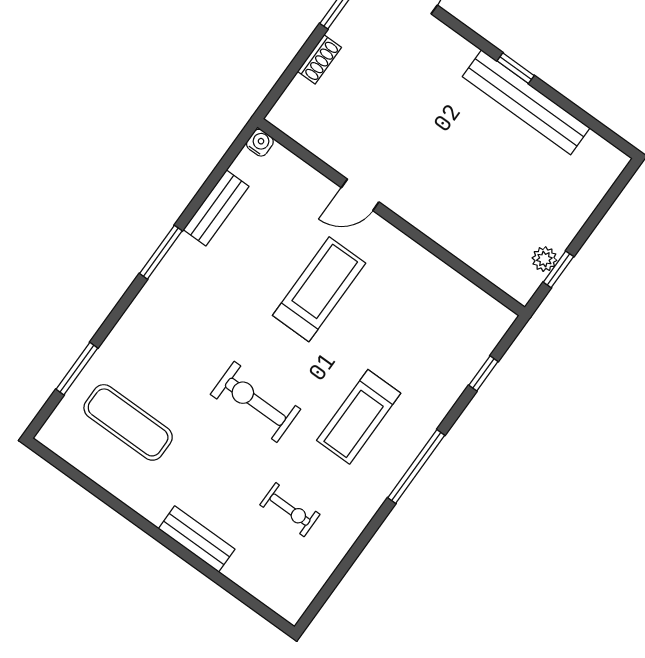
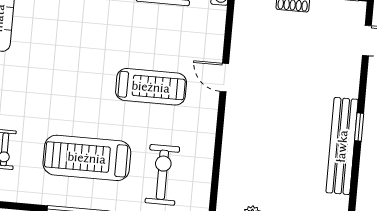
exercise bike: (255, 402) -> (162, 175), moved
treadmill: (359, 417) -> (87, 158), width x1.37, depth x1.38

